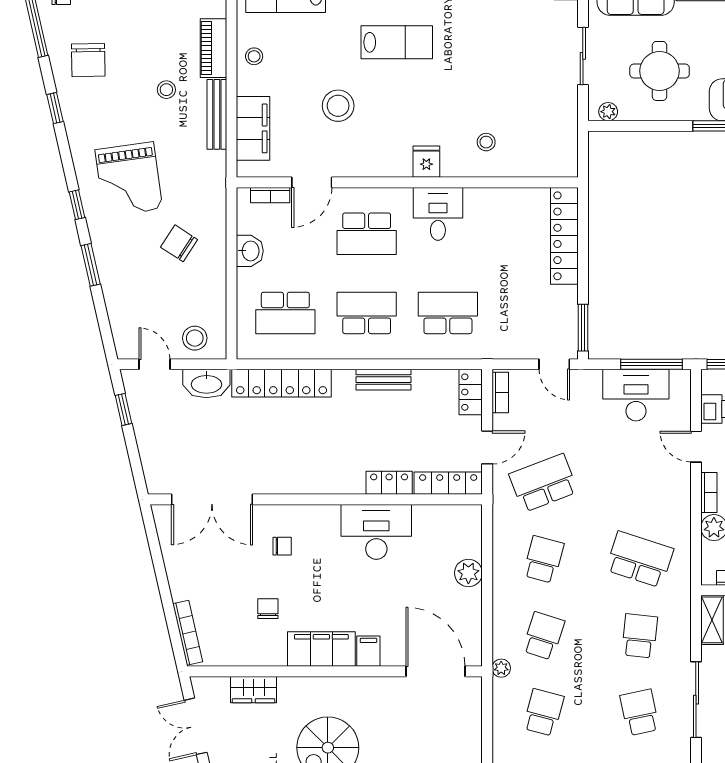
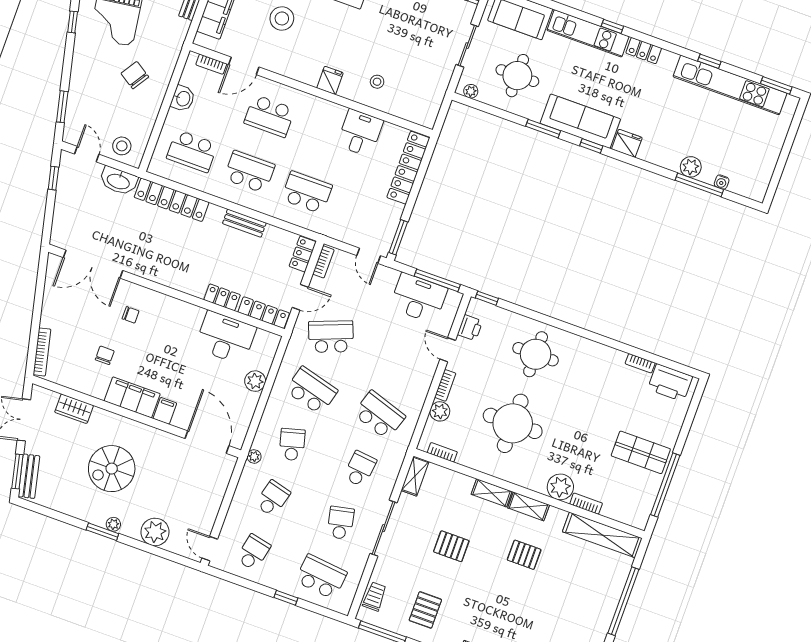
desk: (438, 214) -> (360, 133), moved
window: (91, 265) -> (62, 107), moved
desk: (376, 532) -> (226, 338), moved
school desk: (543, 559) -> (312, 391), width x1.85
school desk: (543, 636) -> (292, 444), turned -33

